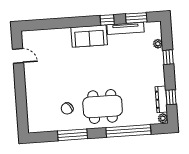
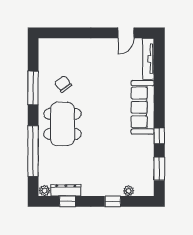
tv unit: (126, 28) -> (148, 59), moved
sofa: (89, 36) -> (143, 107), width x1.36

